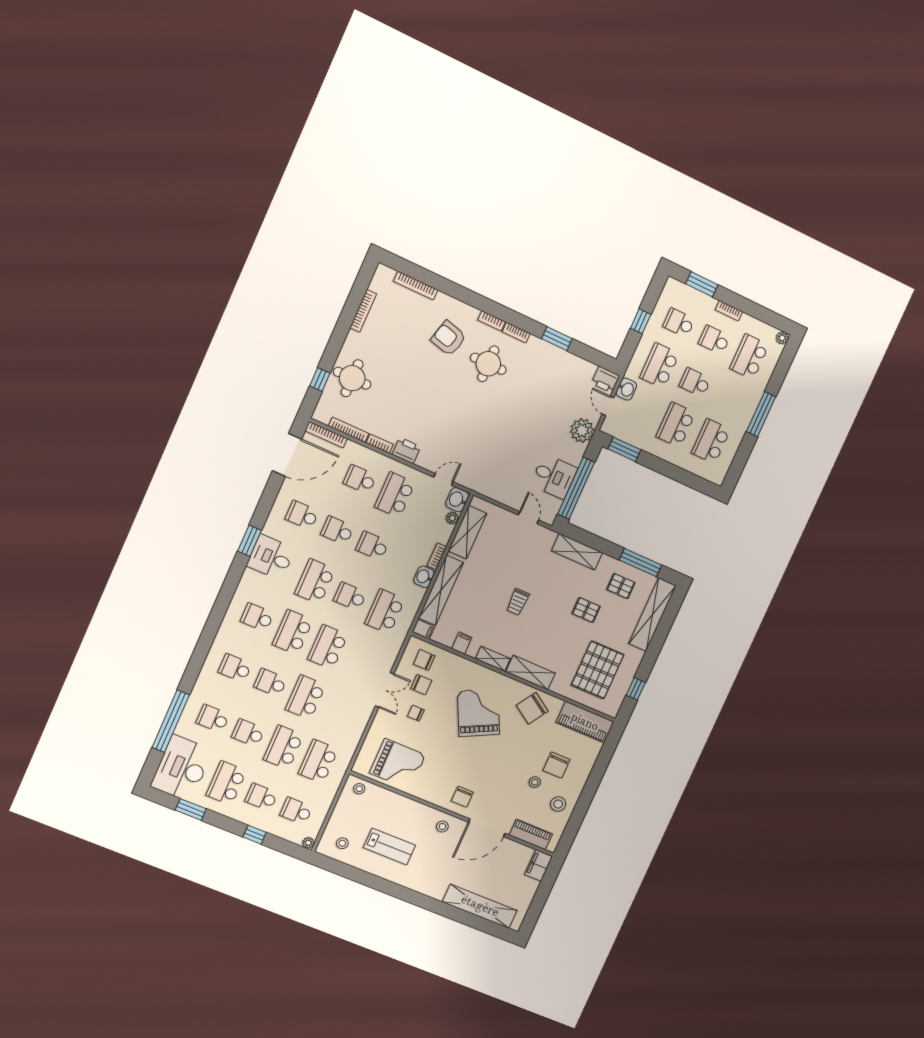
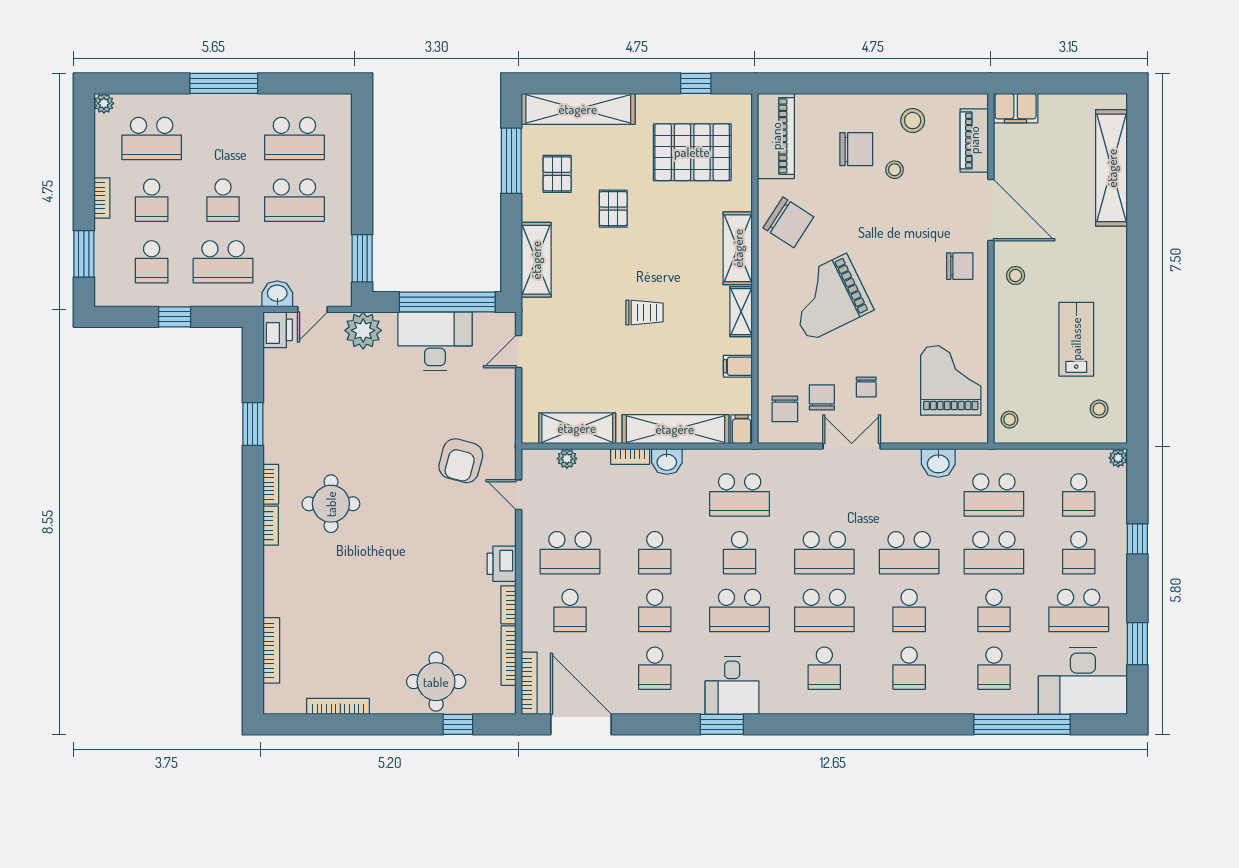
armchair: (449, 338) -> (461, 461), moved
desk: (554, 476) -> (435, 341), width x1.37
washbasin: (457, 500) -> (938, 463), moved

